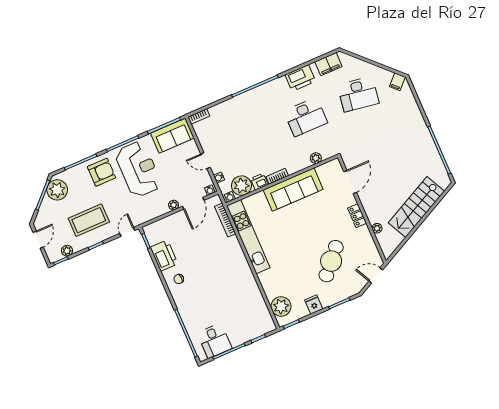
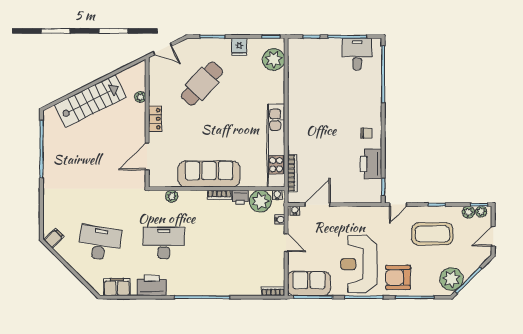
plant: (174, 205) -> (481, 212), moved

